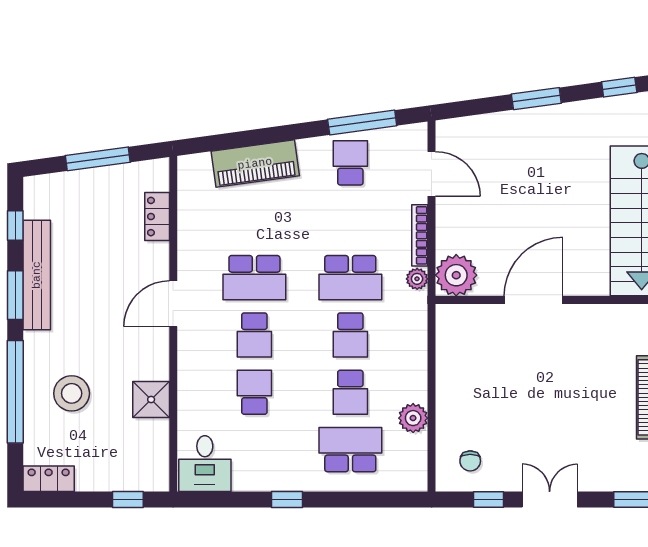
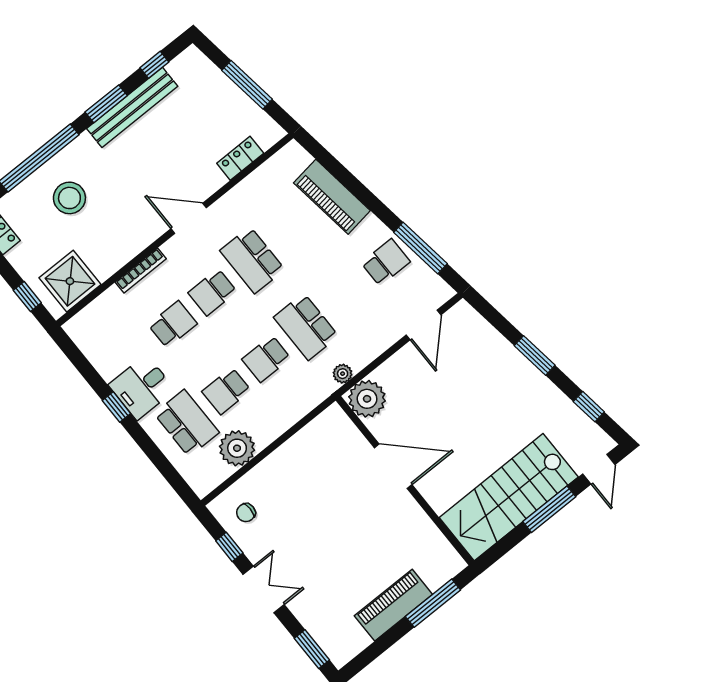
bookcase: (420, 235) -> (141, 270), moved, turned 180
shower: (151, 399) -> (70, 281), moved, width x1.36, depth x1.36
plant: (413, 418) -> (237, 448), width x1.36, depth x1.36
desk: (205, 464) -> (142, 387), moved

